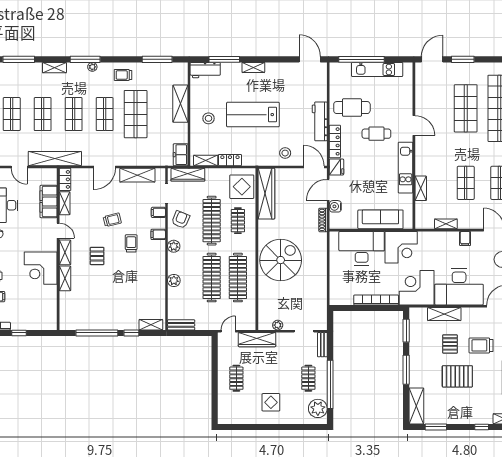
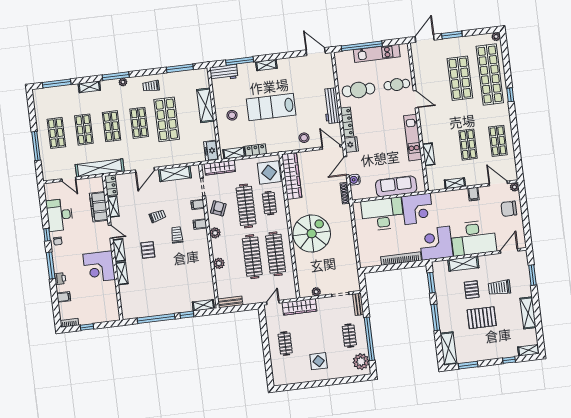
cafe table: (376, 134) -> (397, 85), moved

